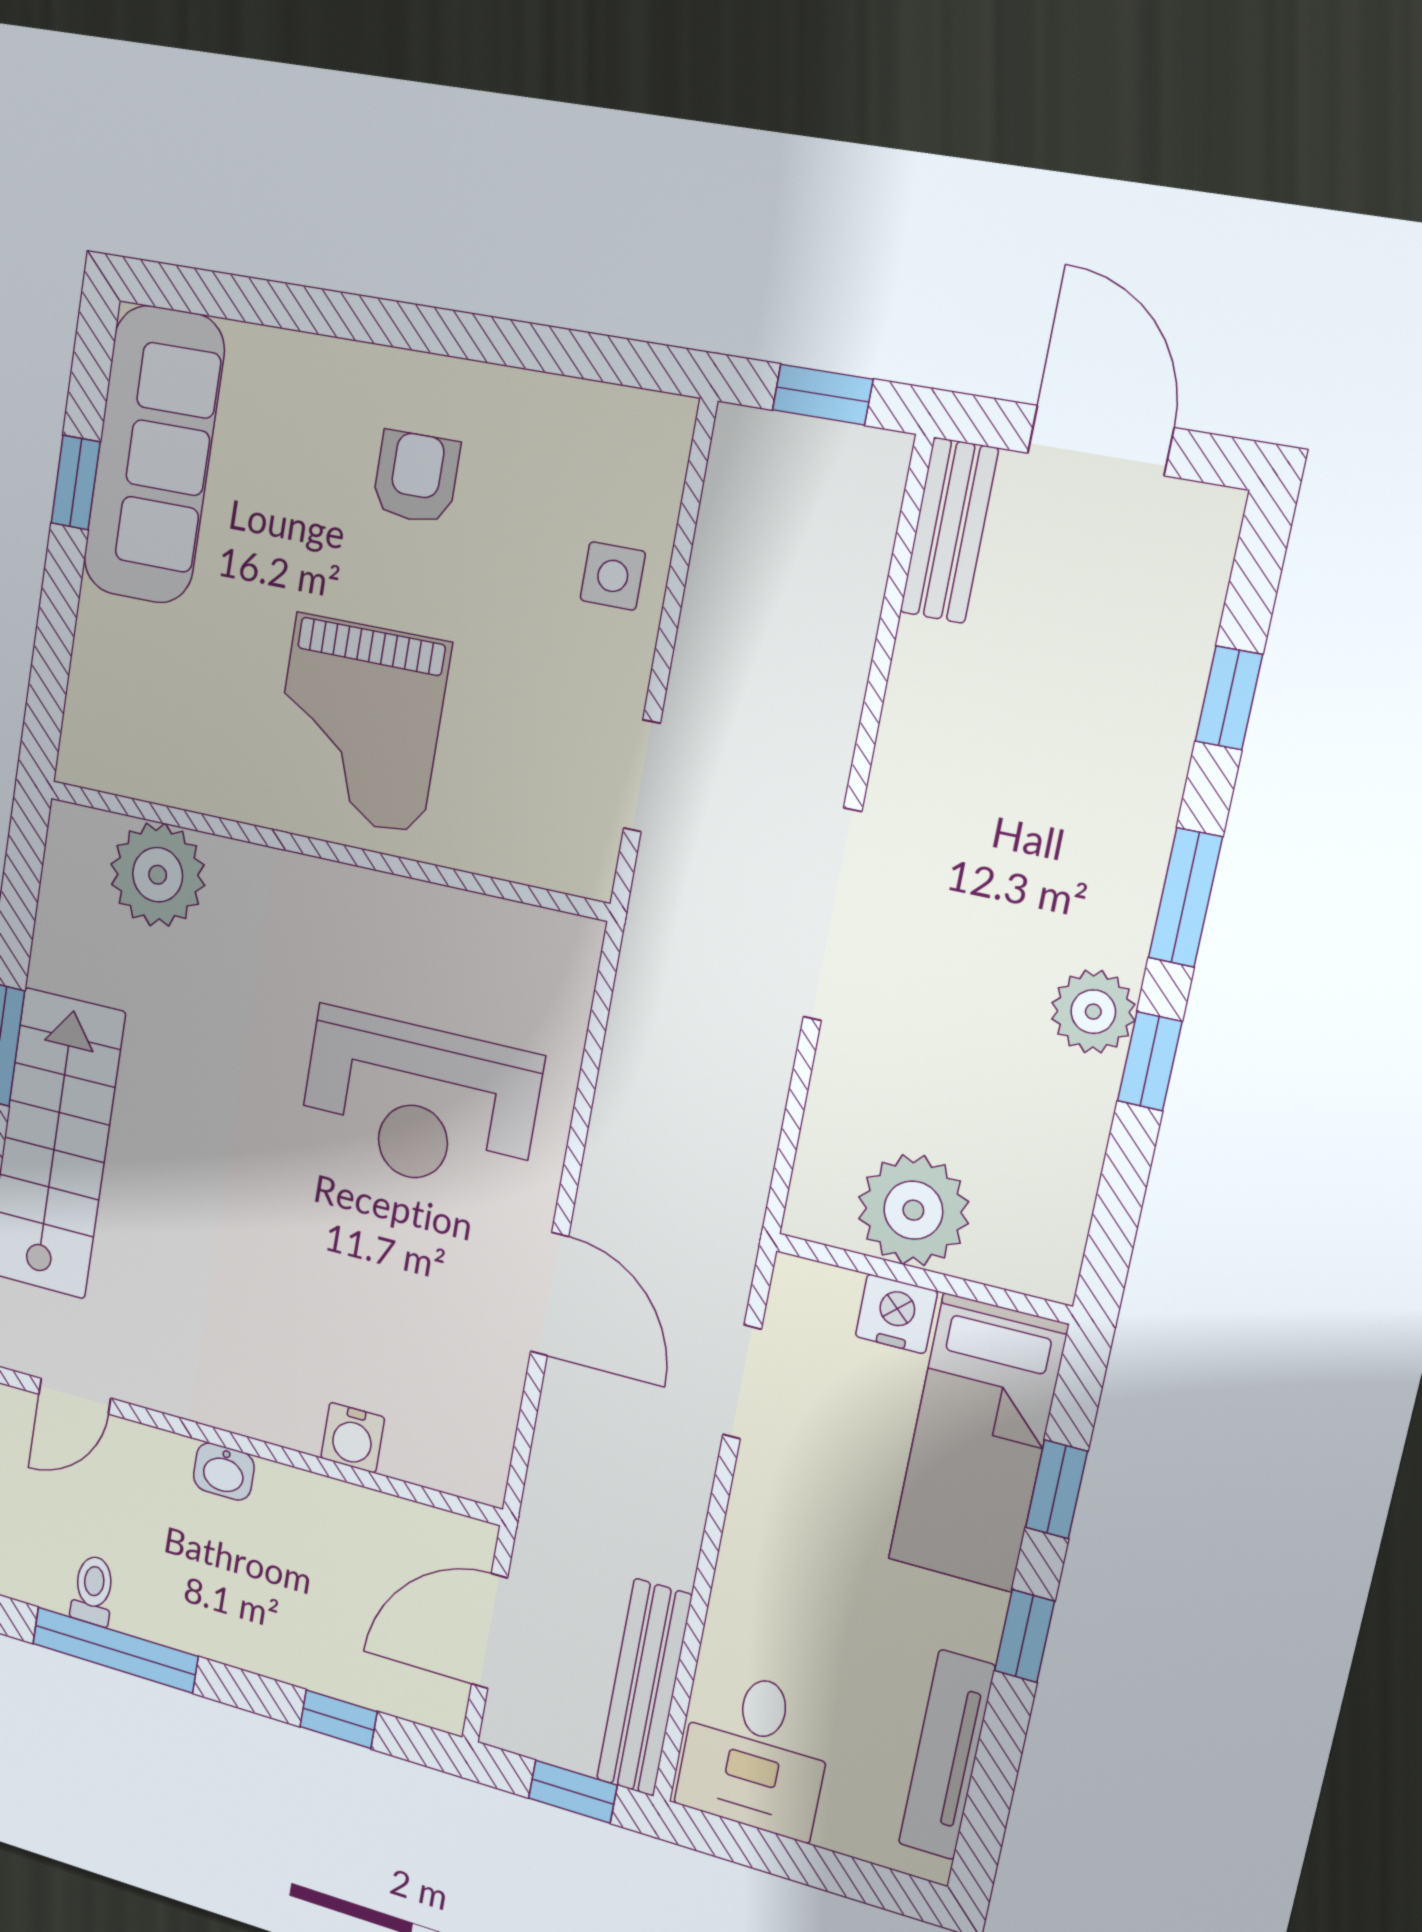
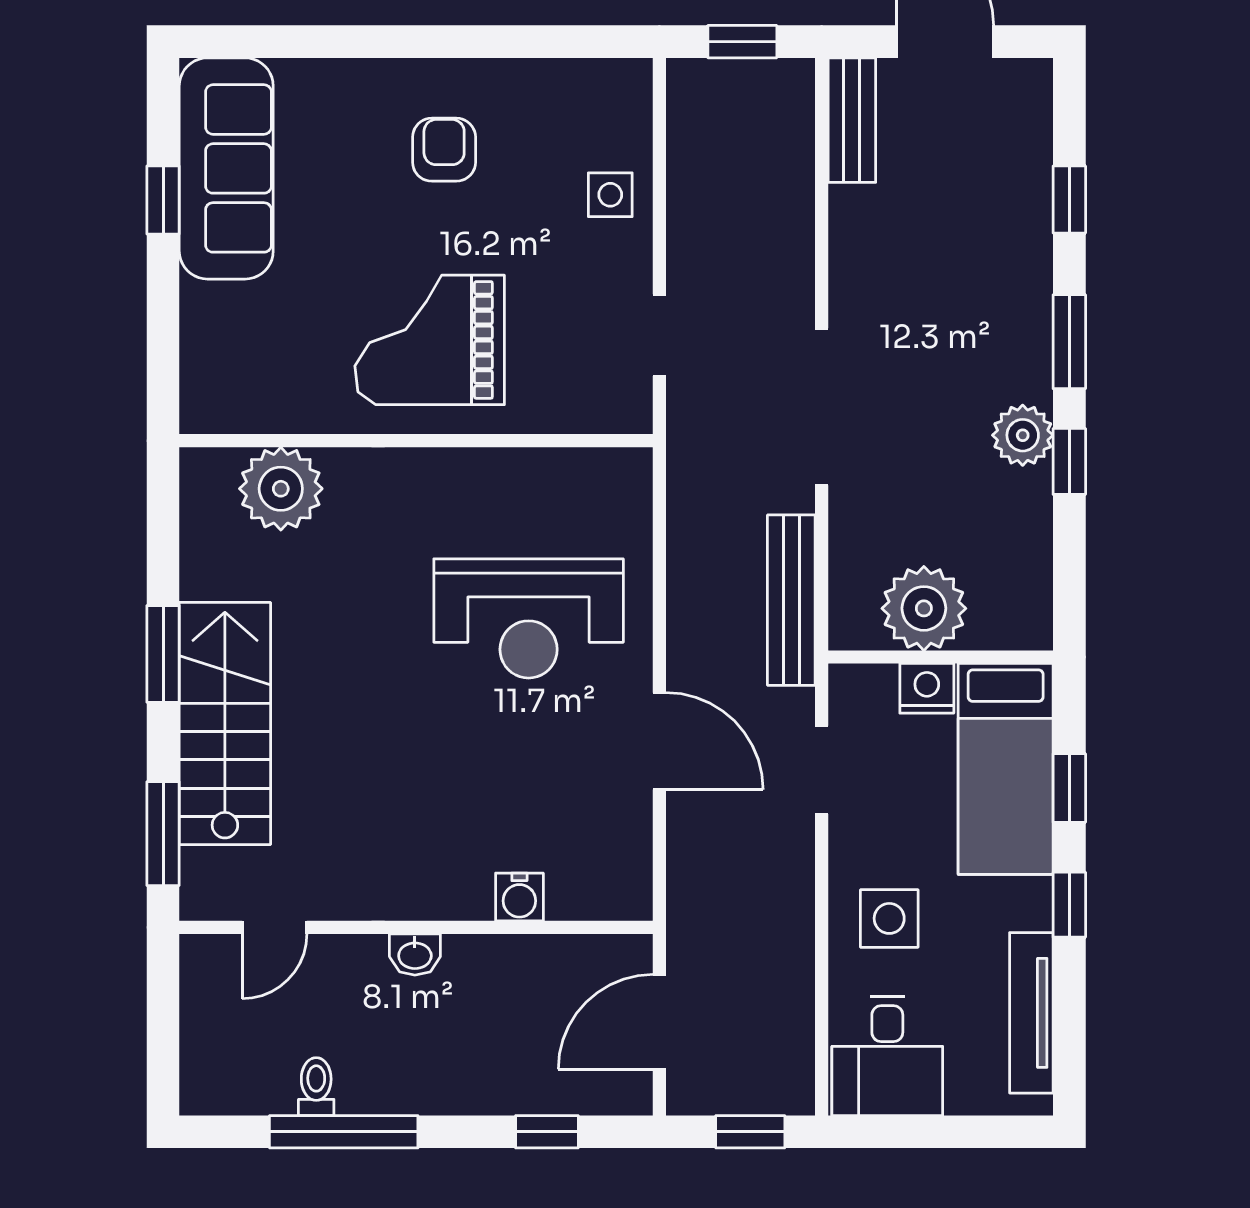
grand piano: (359, 724) -> (430, 340), turned 90
side table: (791, 1588) -> (889, 918), added
bench: (644, 1688) -> (791, 600), moved

